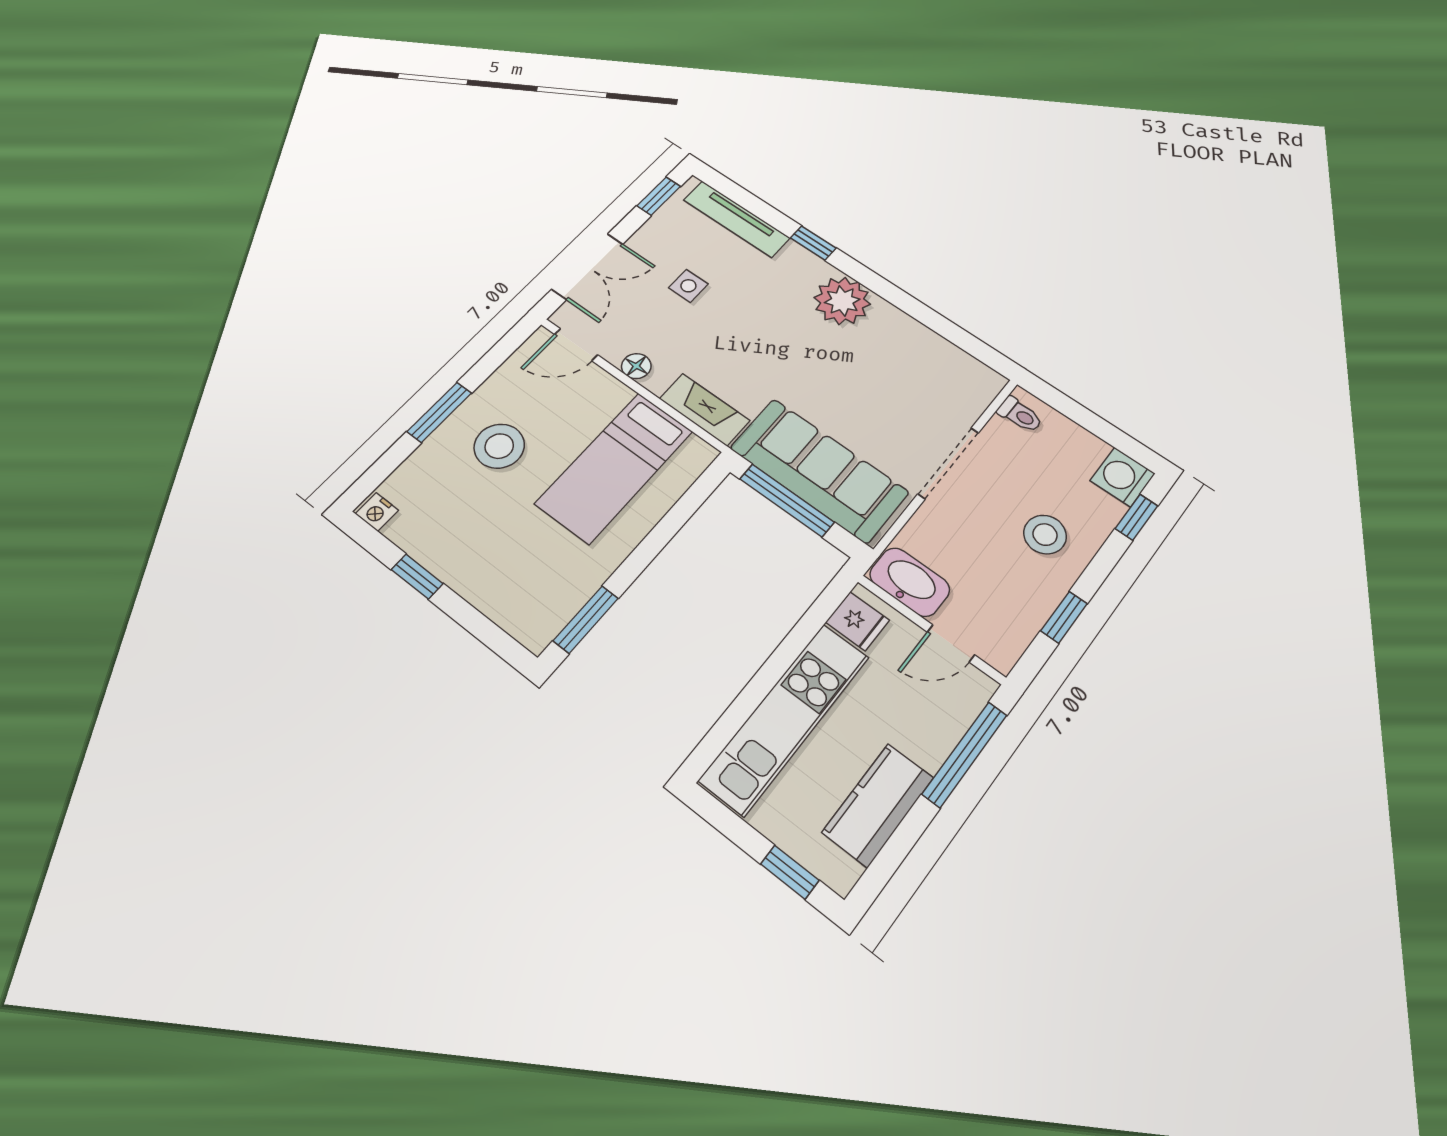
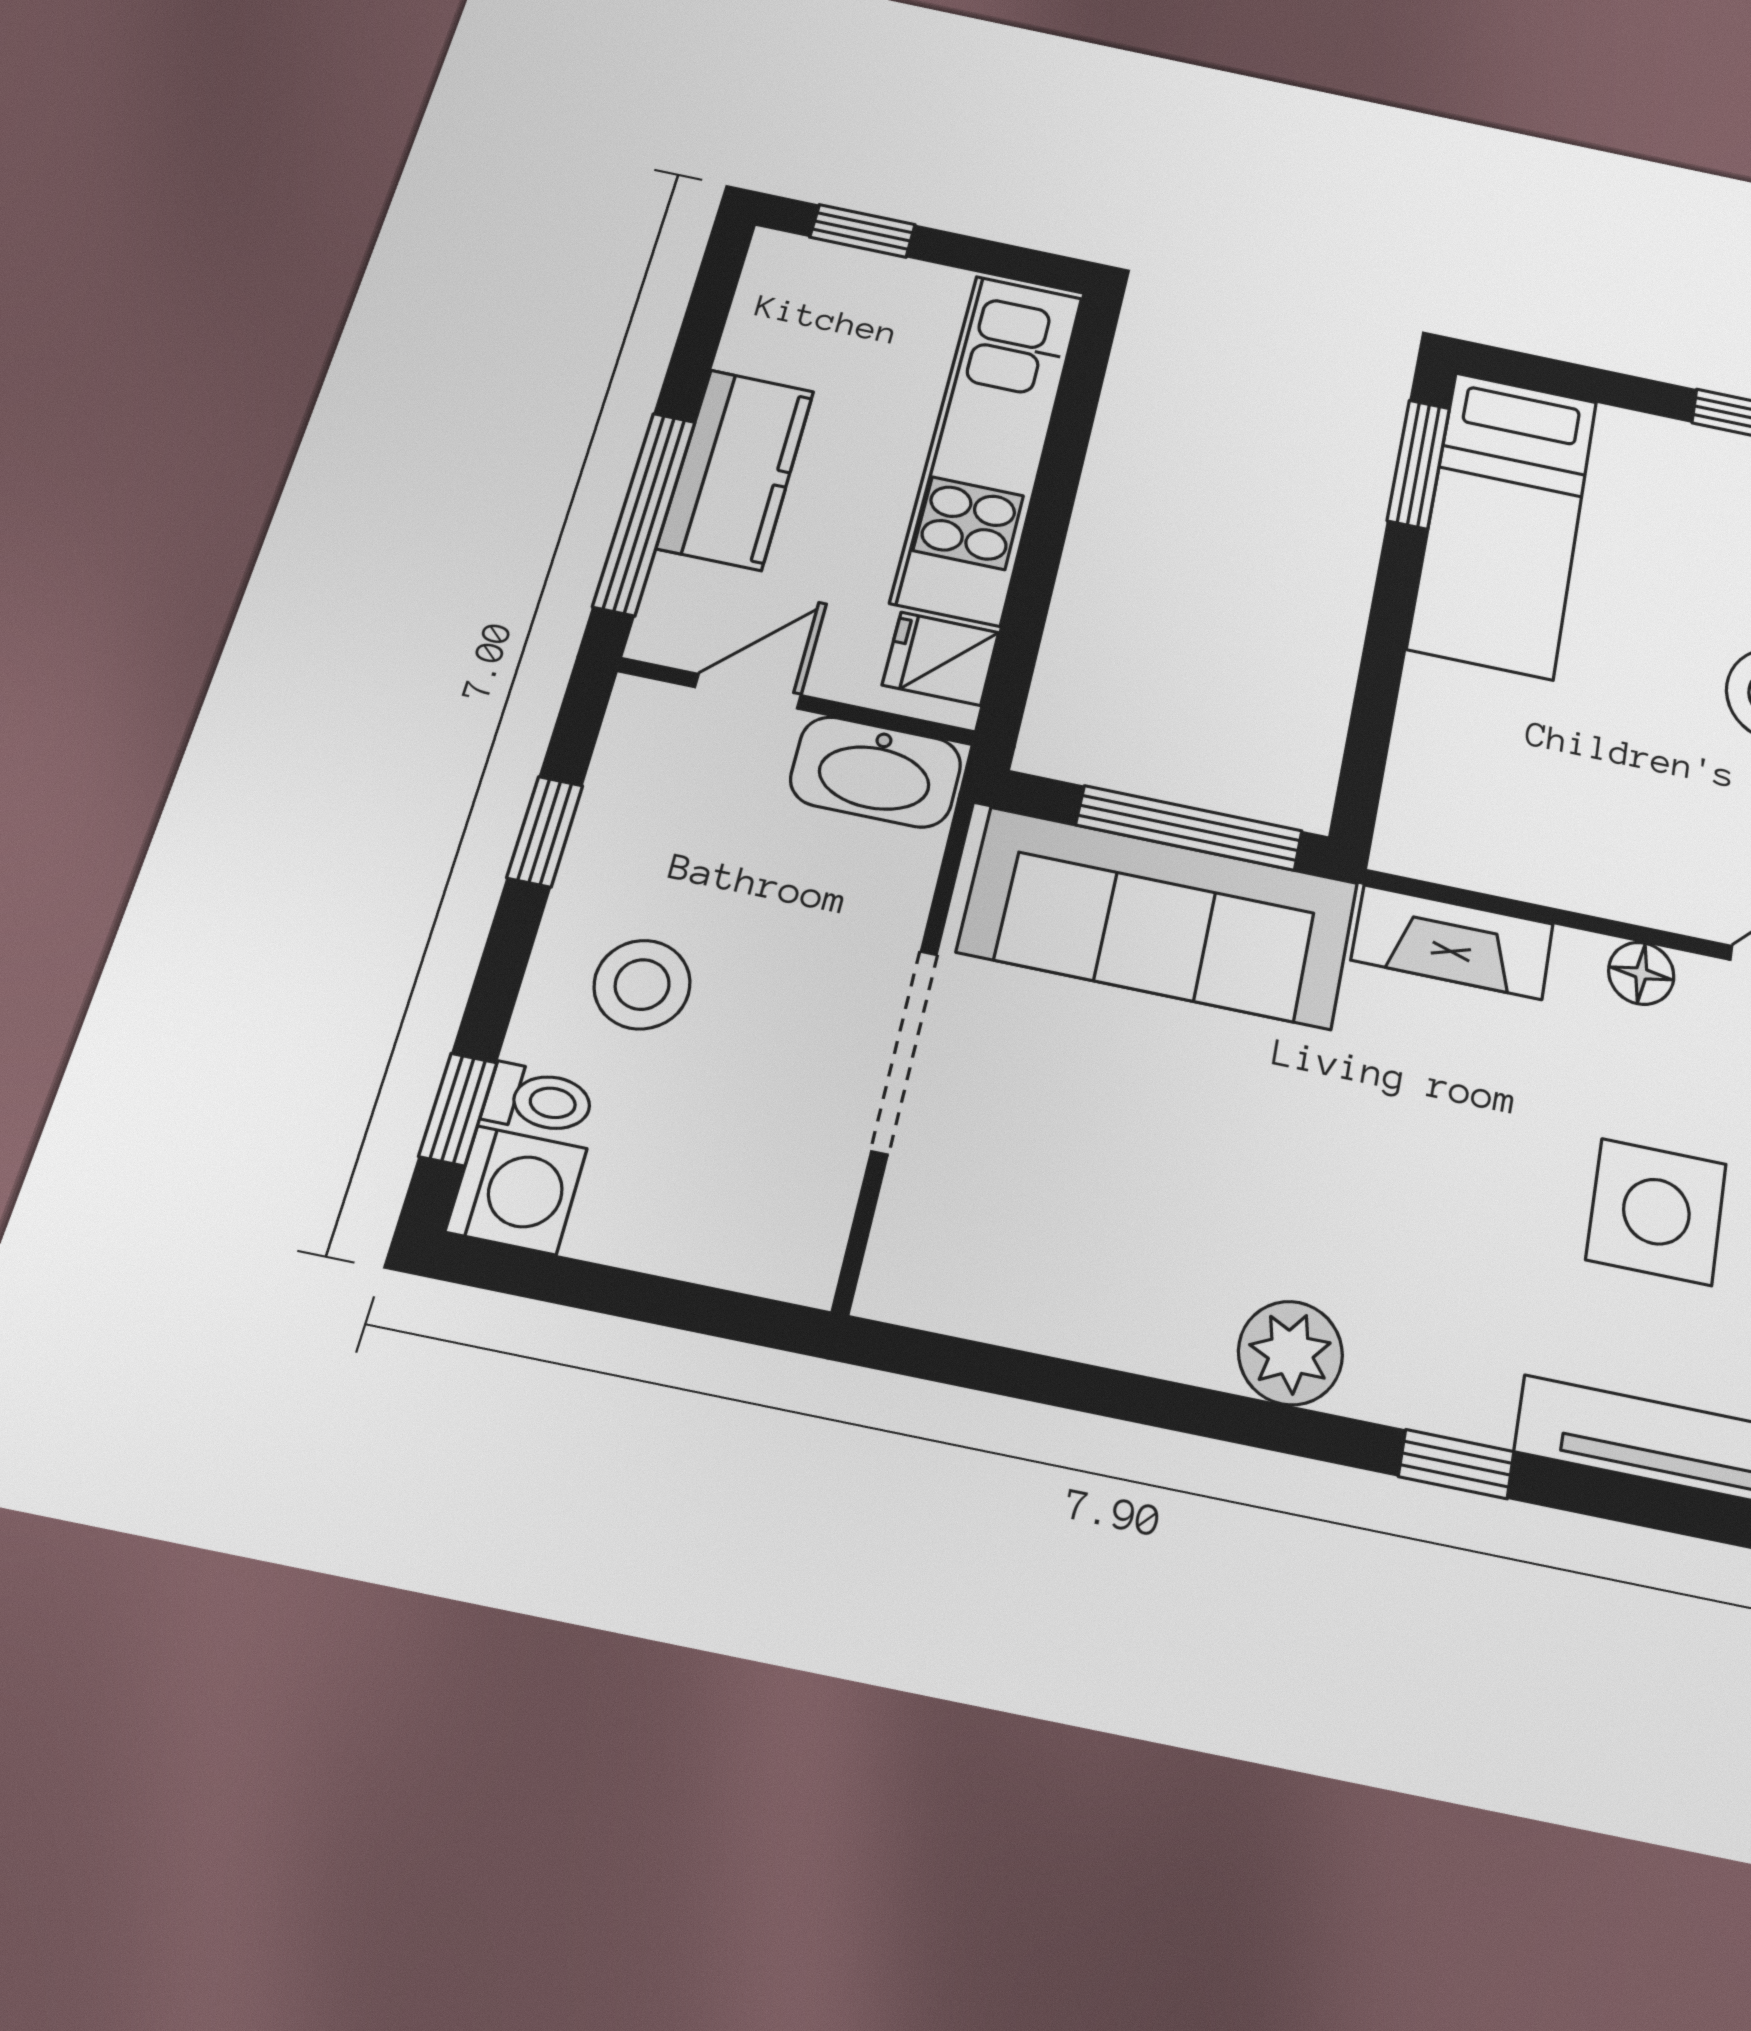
side table: (688, 286) -> (1656, 1212), width x1.87, depth x1.87
plant: (842, 301) -> (1290, 1353), width x0.73, depth x0.73
toilet: (1020, 415) -> (539, 1100), moved, turned 180
bed: (614, 467) -> (1503, 523), moved, turned 180
kitchen counter: (878, 805) -> (736, 469), moved

